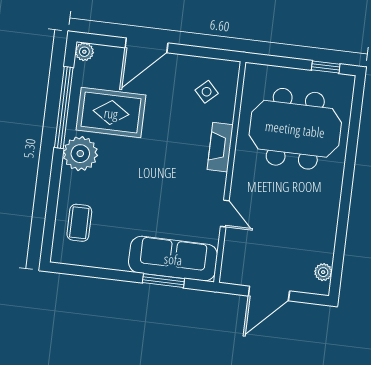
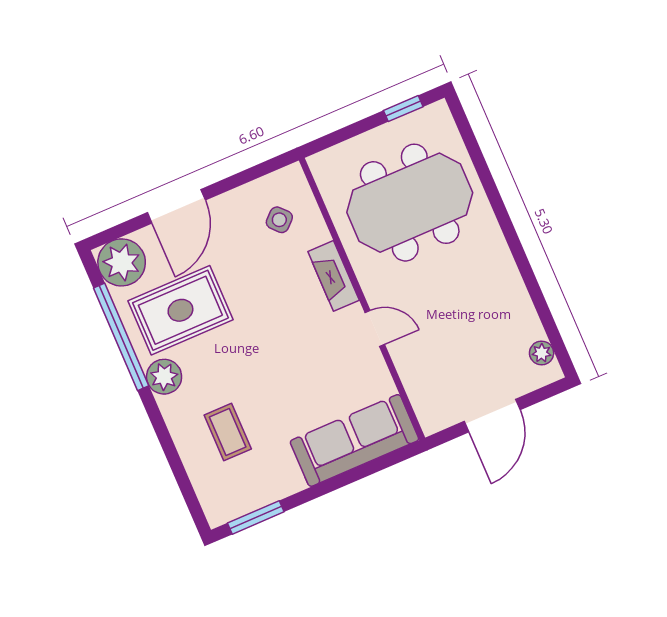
plant: (84, 52) -> (122, 262), width x1.88, depth x1.88
plant: (80, 154) -> (164, 377), width x0.73, depth x0.73
door: (225, 213) -> (375, 328), moved
coffee table: (79, 223) -> (228, 432), moved
window: (163, 281) -> (256, 517), moved

